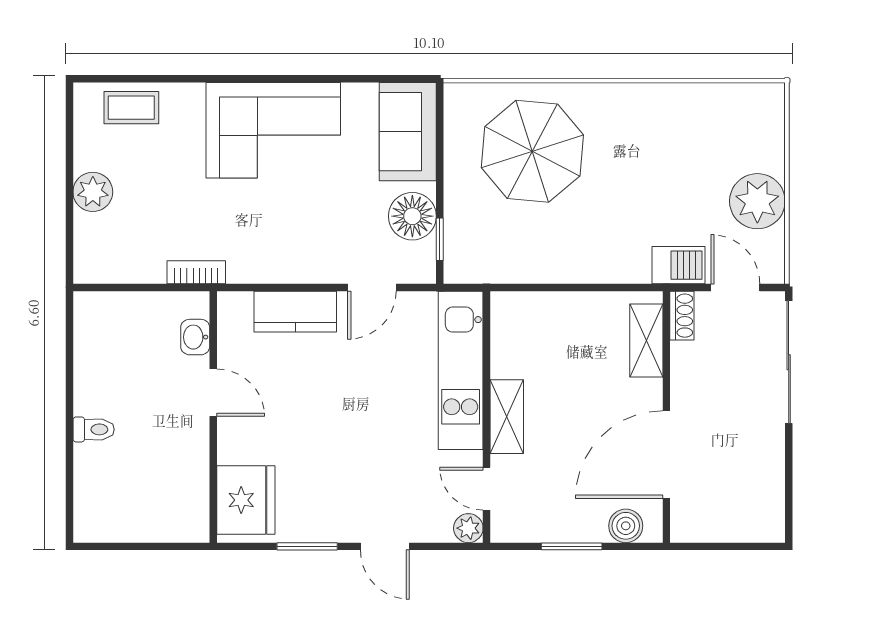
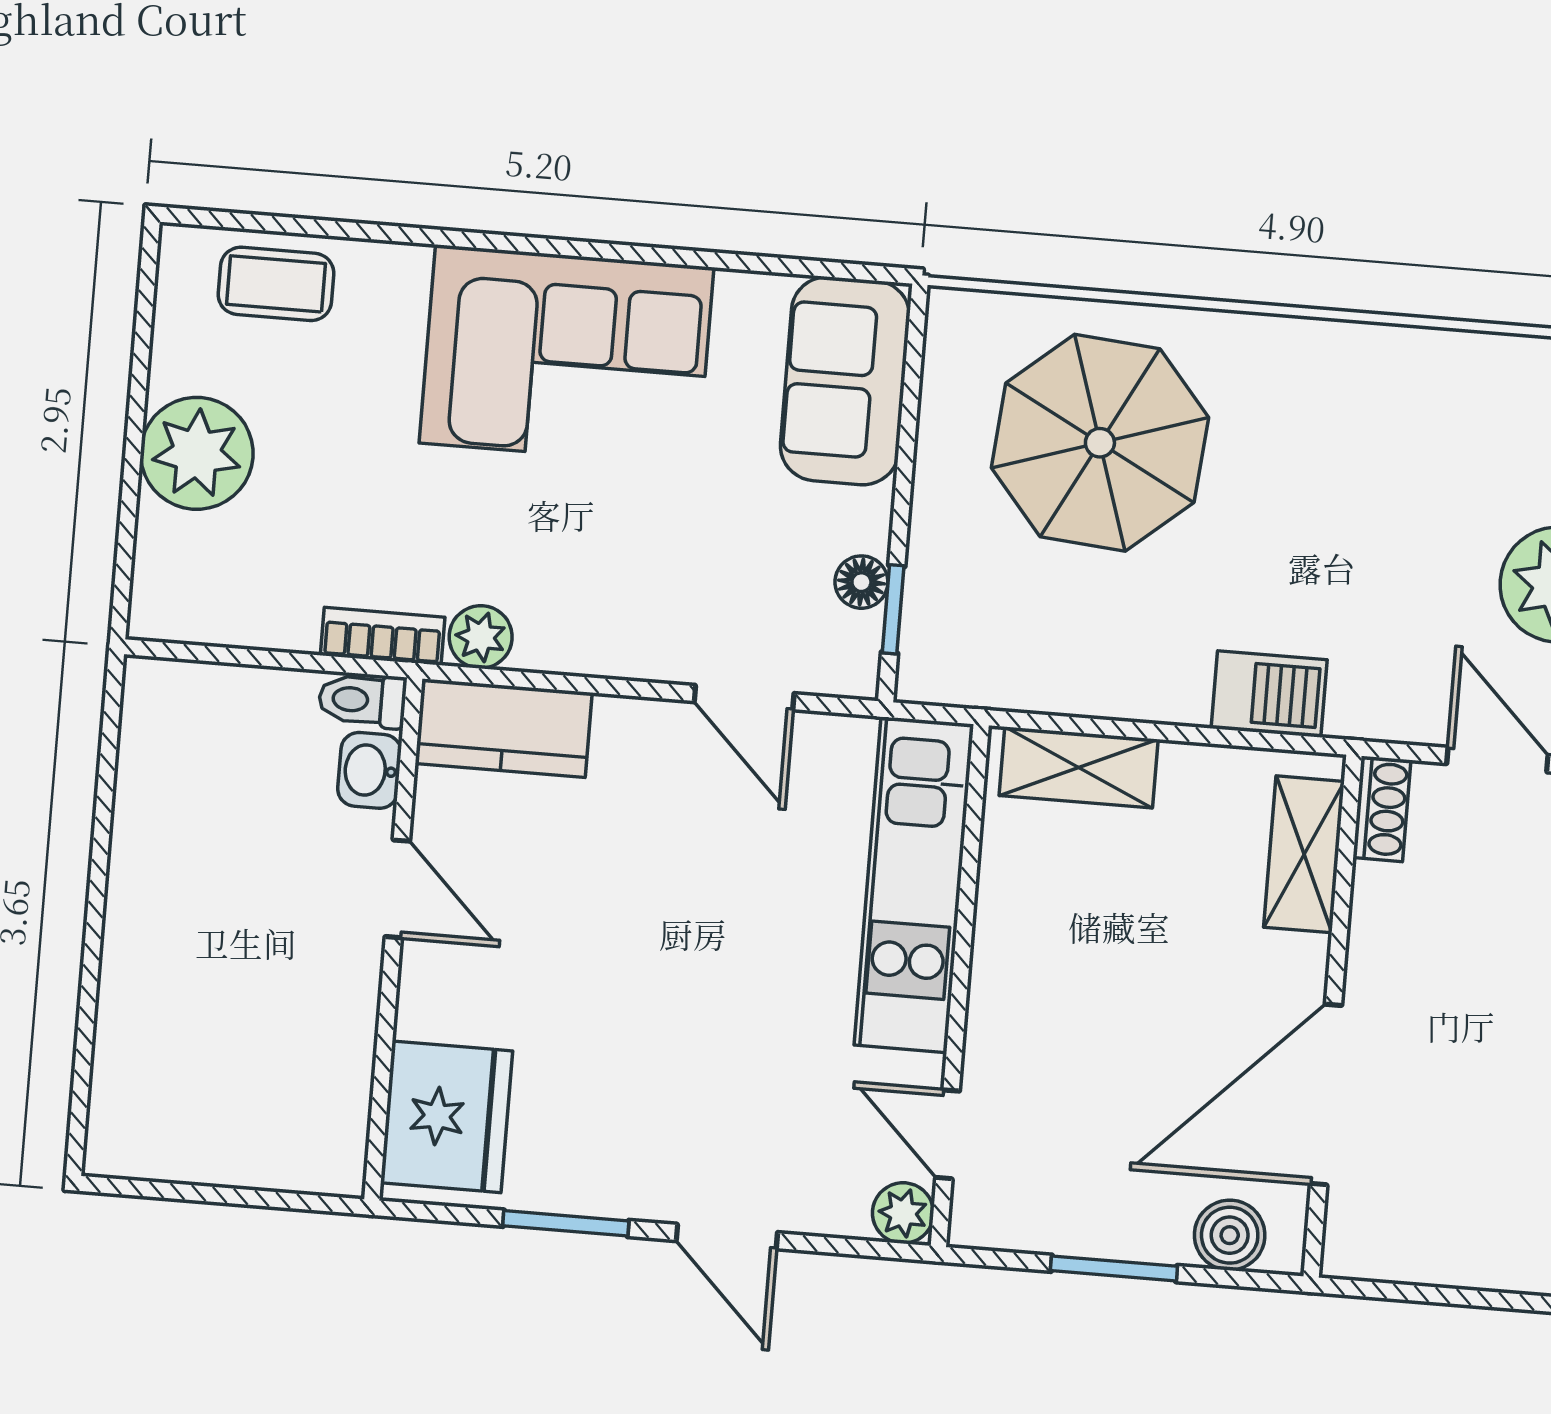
plant: (93, 192) -> (197, 453), width x1.36, depth x1.36
floor lamp: (412, 216) -> (861, 582), width x0.53, depth x0.53
barbecue: (679, 265) -> (1269, 694), moved
plant: (243, 269) -> (481, 637), added
door: (372, 287) -> (744, 698), hinge flipped
kitchen counter: (295, 312) -> (504, 728), moved
shelving: (507, 417) -> (1079, 767), moved, turned 90
toilet: (94, 429) -> (362, 700), moved, turned 180

